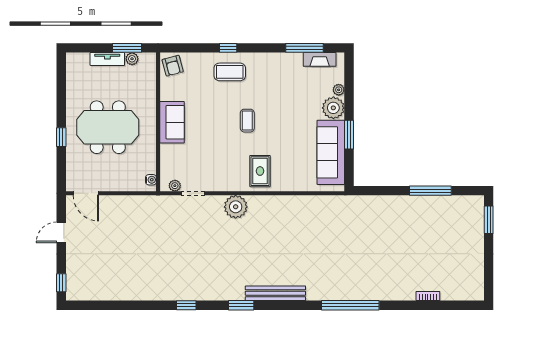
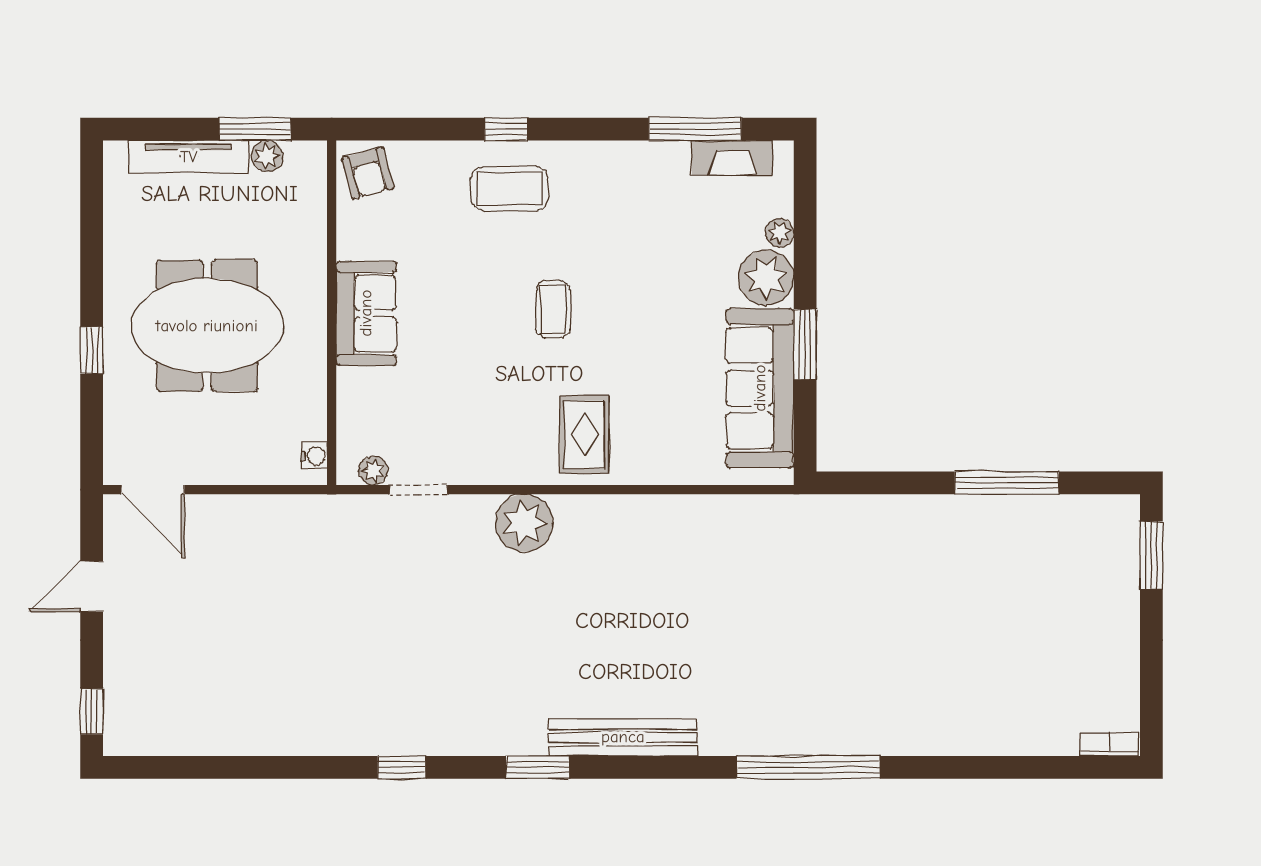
tv unit: (107, 59) -> (189, 157), width x1.41
bookcase: (428, 296) -> (1109, 744), moved

